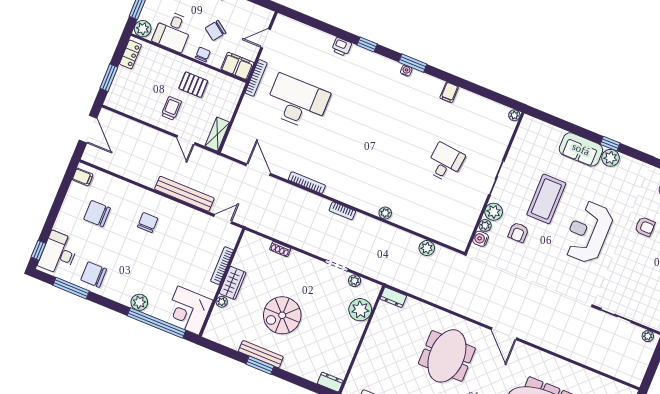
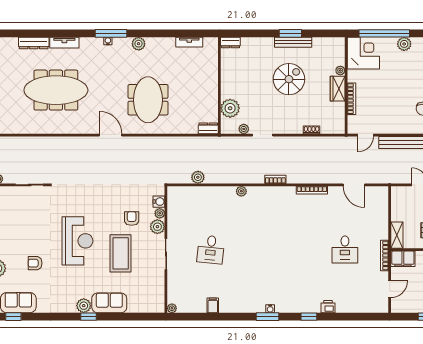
filing cabinet: (449, 92) -> (213, 305), moved
desk: (297, 102) -> (345, 250), width x0.53, depth x0.77
shelving: (217, 134) -> (397, 235), moved

